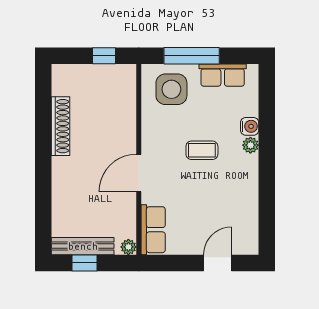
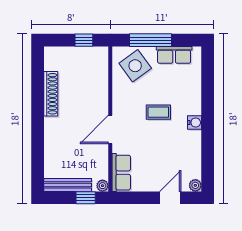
side table: (171, 89) -> (135, 66), turned -36
water cooler: (250, 126) -> (195, 123), moved
plant: (250, 145) -> (195, 185), moved
window: (84, 263) -> (86, 198), moved

